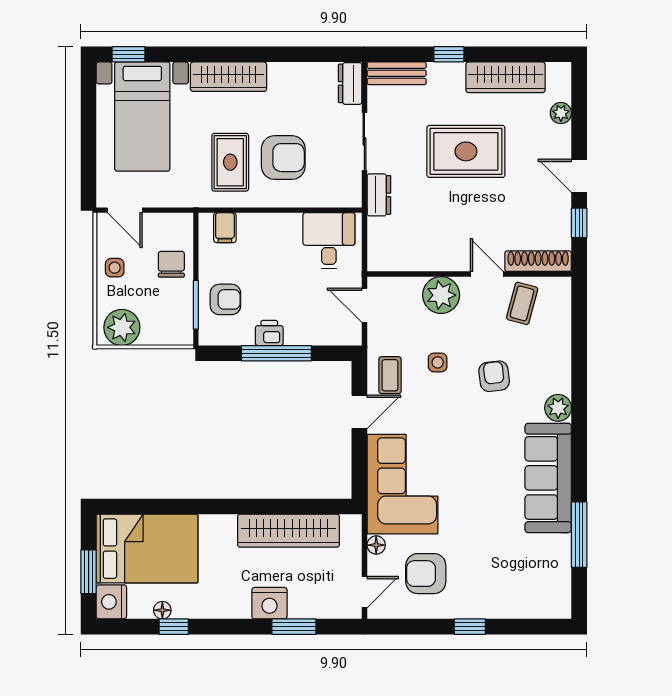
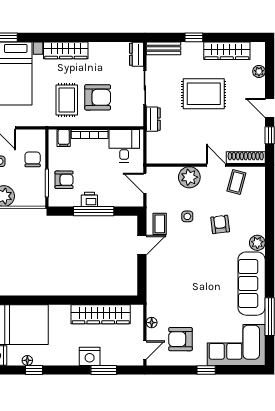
bookcase: (269, 221) -> (90, 134), added
corner sofa: (402, 484) -> (236, 345), moved, turned -90

